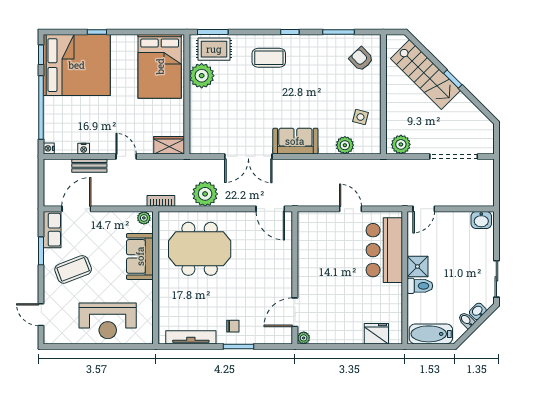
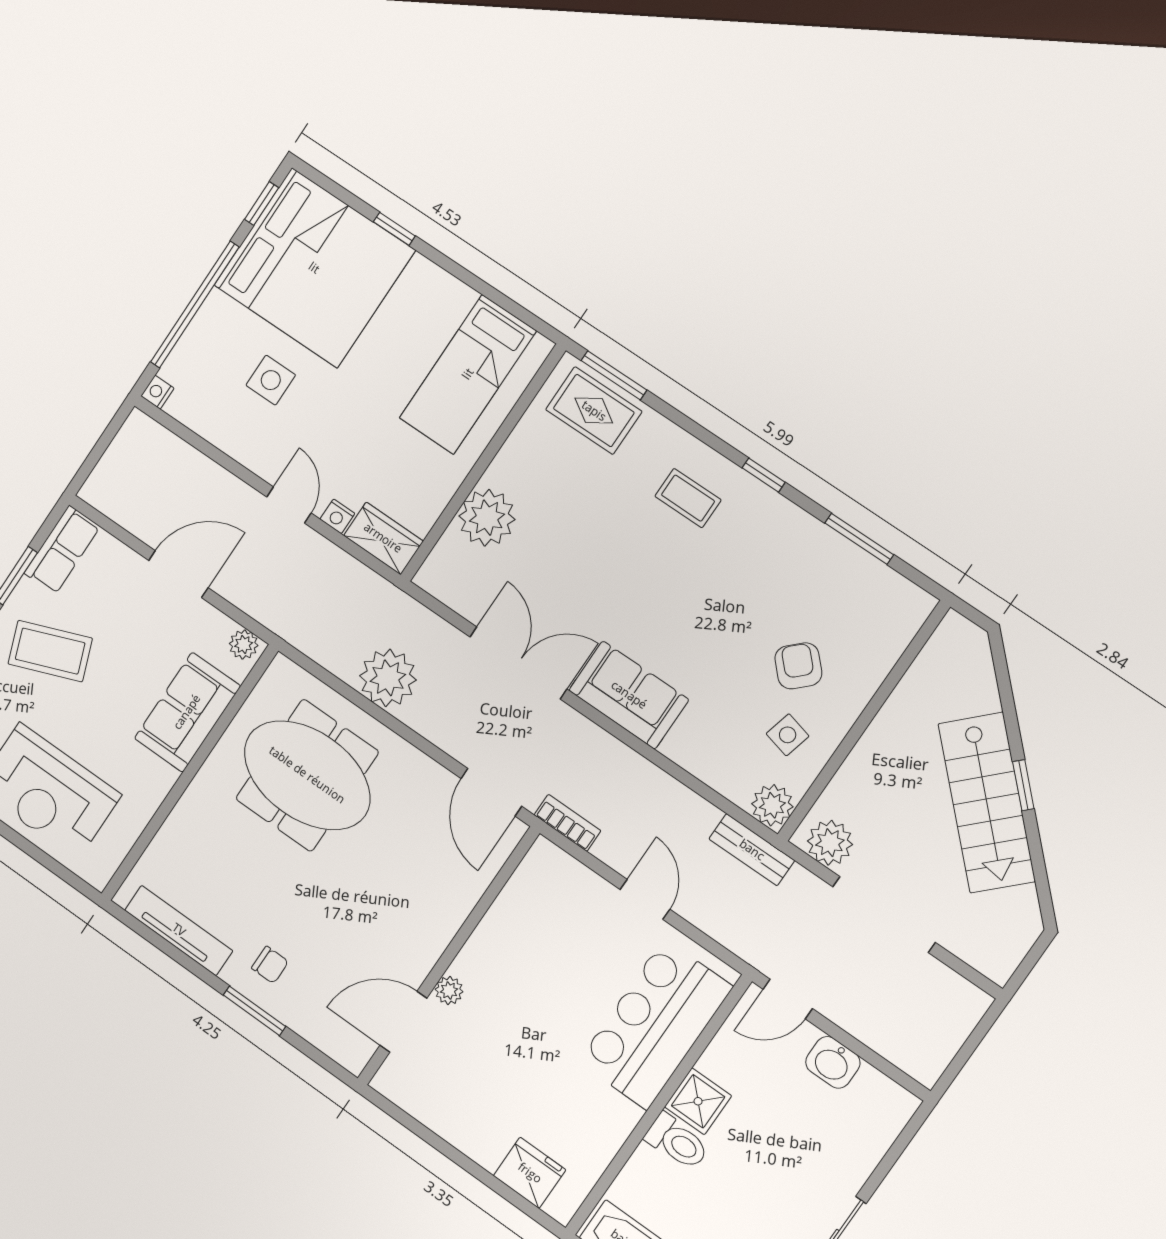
coffee table: (269, 58) -> (688, 498), width x0.73, depth x0.77
armchair: (361, 59) -> (798, 666), moved
bed: (160, 66) -> (468, 374), width x0.67
stairs: (426, 75) -> (987, 803), moved
plant: (202, 76) -> (487, 518), moved
side table: (88, 116) -> (271, 380), added
plant: (345, 145) -> (772, 805), moved
nightstand: (84, 149) -> (337, 516), moved
double door: (248, 156) -> (518, 663), swing flipped
doorway: (454, 156) -> (884, 915), moved
bench: (89, 166) -> (752, 850), moved
bookcase: (161, 201) -> (567, 823), moved
door: (76, 209) -> (178, 574), moved
washbasin: (481, 220) -> (833, 1062), moved
plant: (304, 338) -> (449, 990), moved

